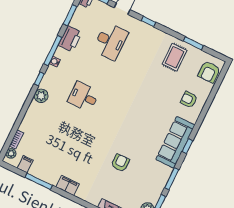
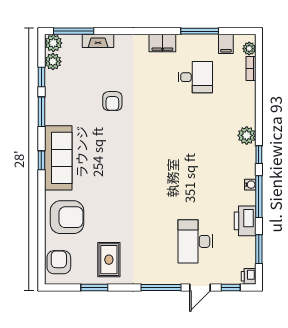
window: (148, 21) -> (161, 287), width x2.17
desk: (84, 97) -> (195, 77), moved
armchair: (189, 100) -> (67, 217), width x1.88, depth x1.88

